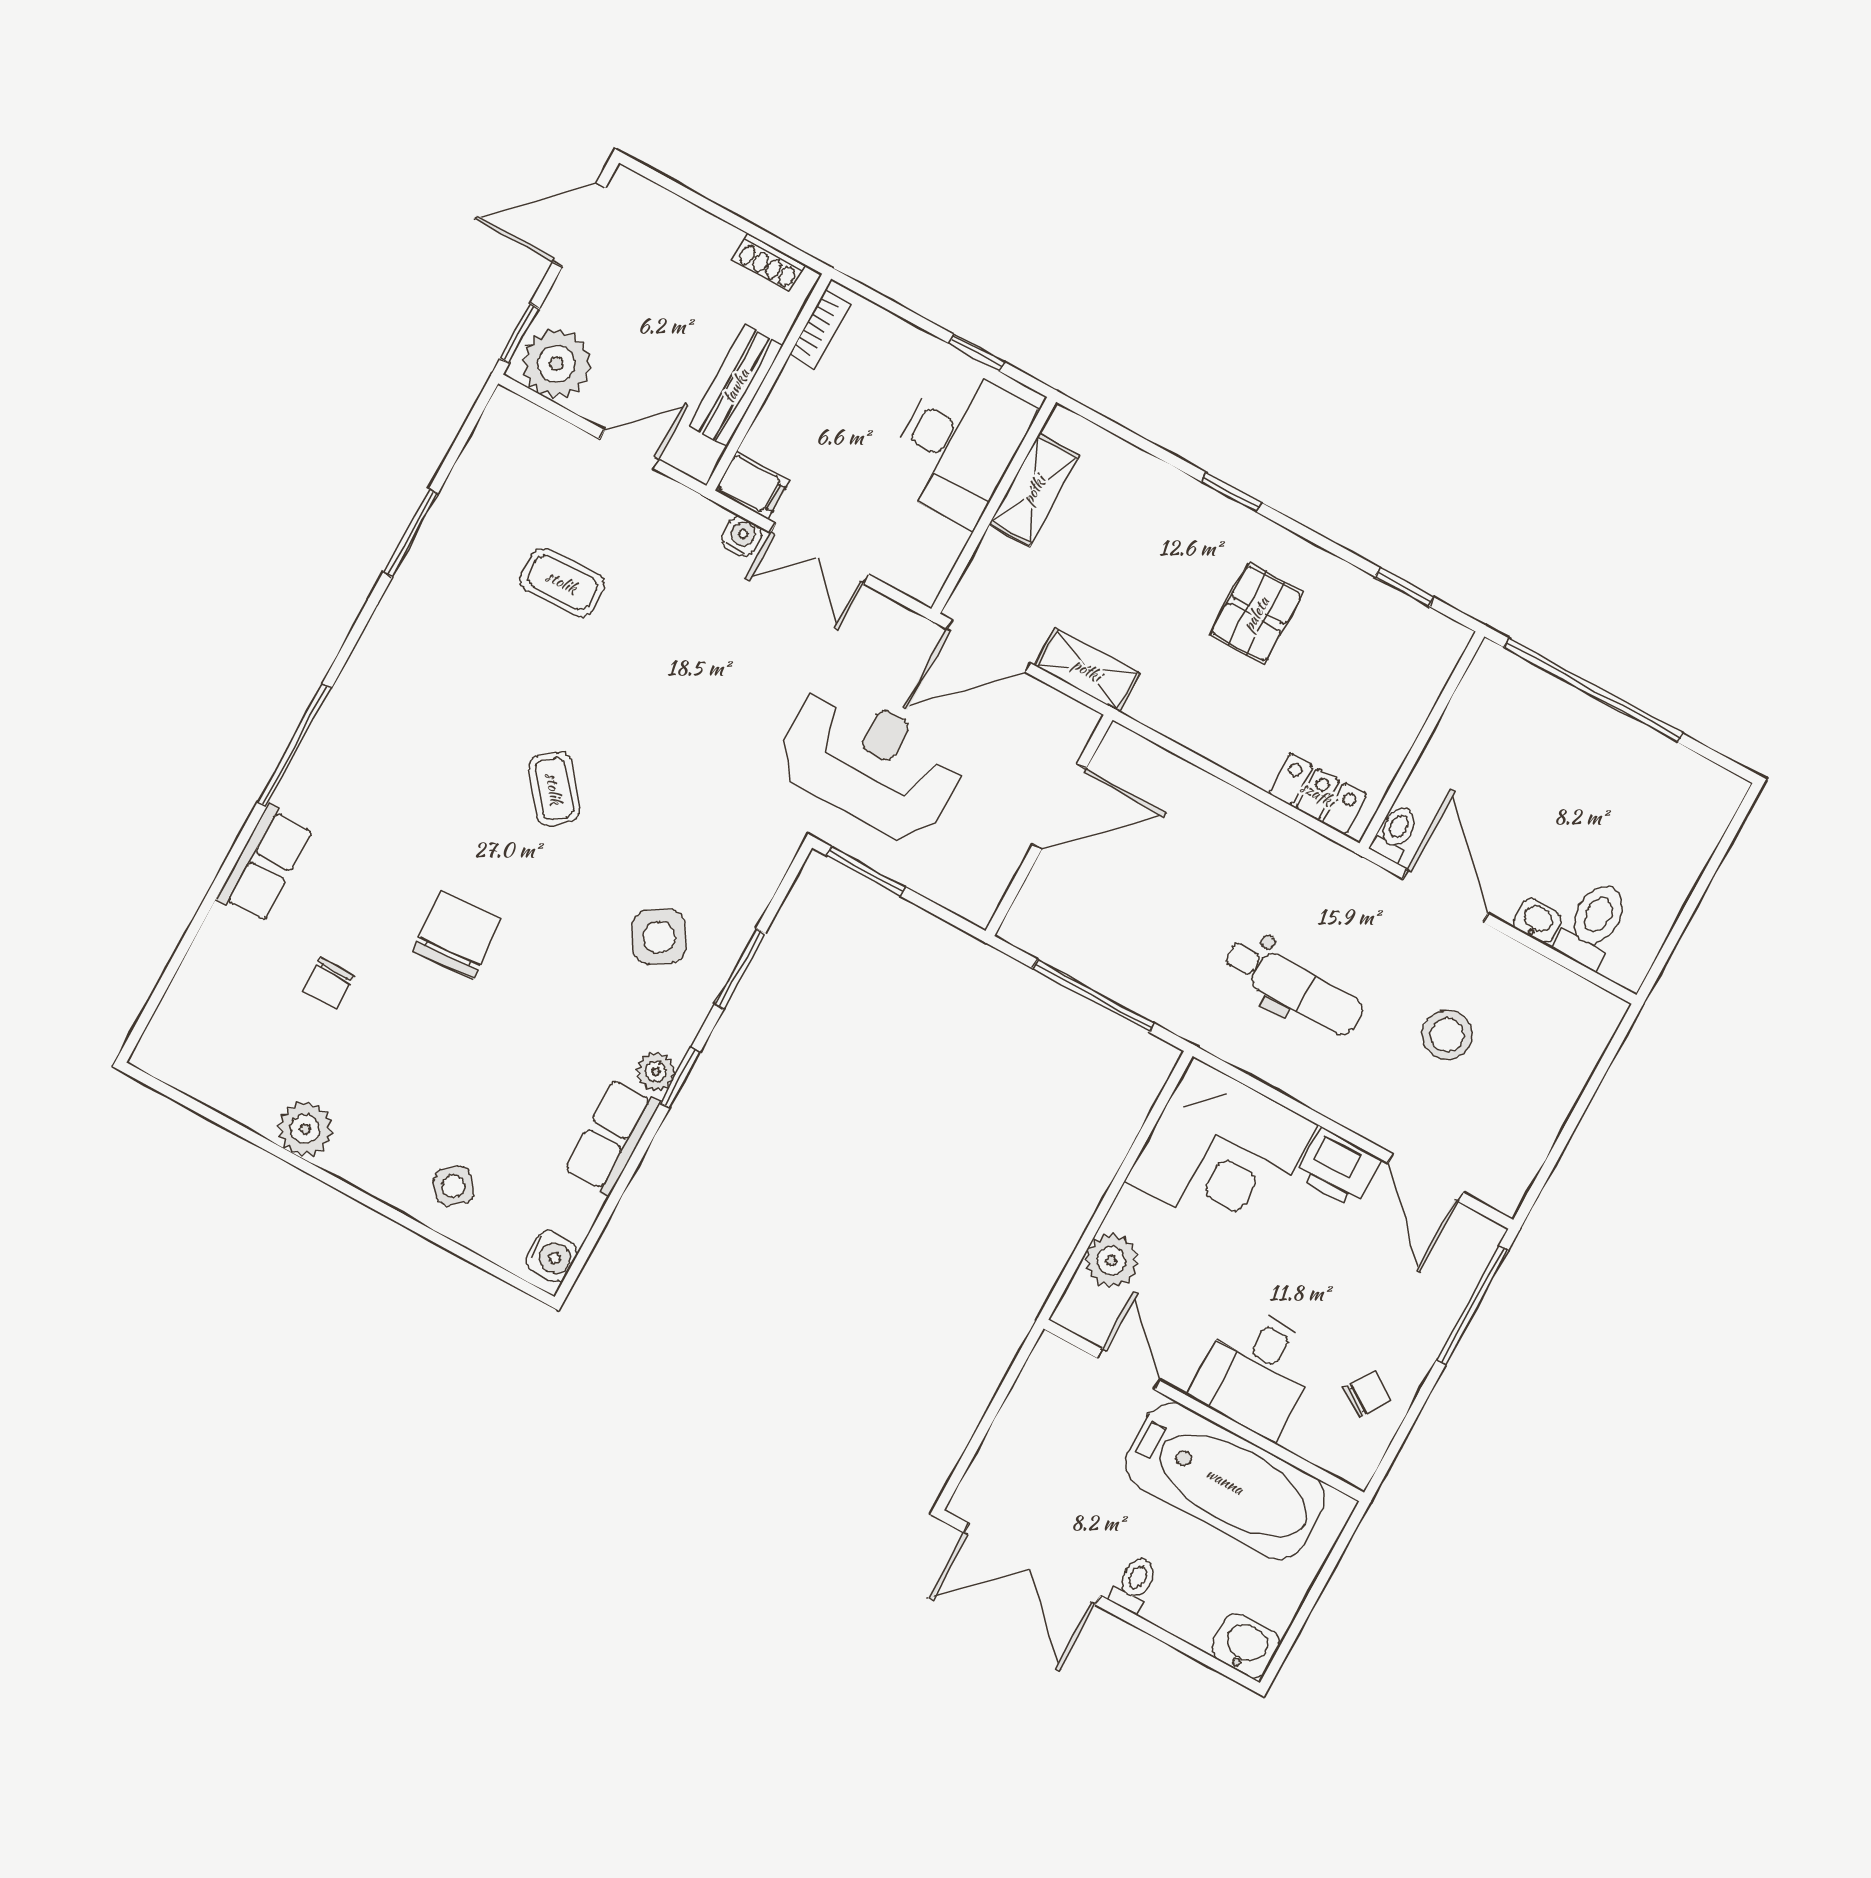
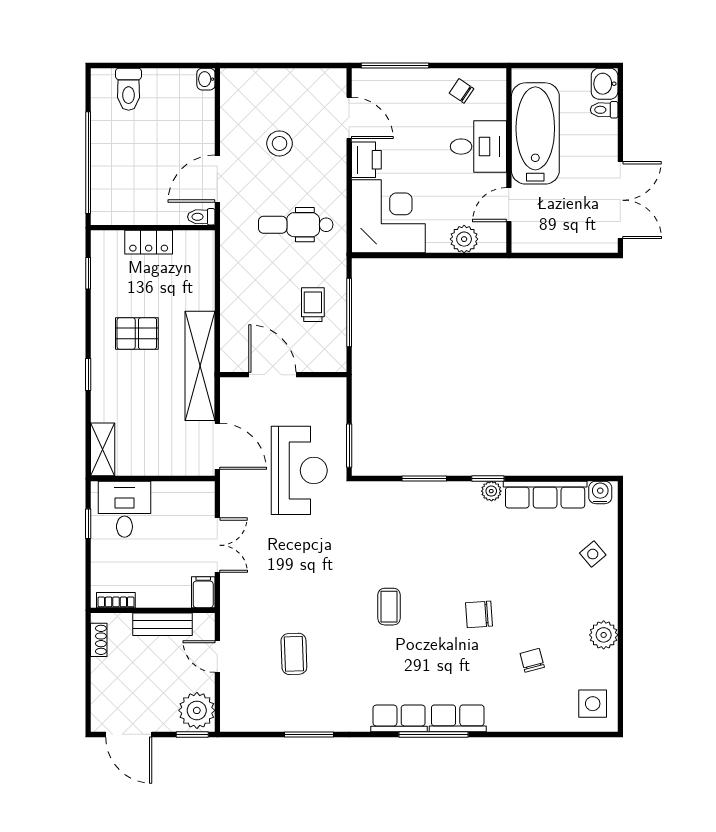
desk: (959, 445) -> (124, 509), width x0.73
shelving: (1034, 490) -> (103, 449), moved, turned 90
water cooler: (742, 536) -> (229, 584), removed
shelving: (1087, 670) -> (200, 366), width x2.20, depth x1.33
row of seats: (354, 702) -> (399, 718), added
reception desk: (871, 763) -> (299, 470), turned 180
coffee table: (554, 789) -> (389, 607), turned -51
locker: (1318, 794) -> (149, 242), moved, turned -90
row of seats: (265, 864) -> (458, 718), moved
washbasin: (1537, 921) -> (206, 79), moved
toilet: (1593, 924) -> (129, 89), moved, turned -90
chair: (457, 935) -> (479, 614), width x0.73, depth x0.73
side table: (659, 937) -> (593, 704), moved, turned 32
trolley: (1141, 941) -> (313, 305), added
chair: (329, 983) -> (532, 660), turned -105
dental chair: (1293, 987) -> (296, 225), turned -90
row of seats: (612, 1137) -> (545, 495), width x1.48
door: (1426, 1178) -> (349, 118), hinge flipped
toilet: (1134, 1584) -> (604, 110), moved

